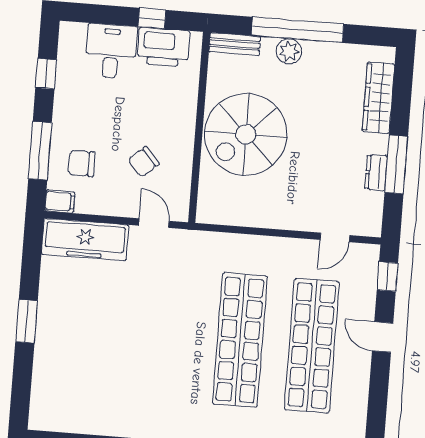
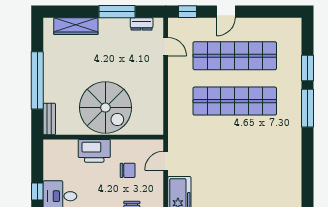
window: (152, 18) -> (37, 191), moved
printer: (163, 47) -> (94, 151), moved, turned 90
plant: (289, 51) -> (51, 85), removed
chair: (144, 162) -> (128, 170), turned -49
dresser: (376, 173) -> (142, 24), moved

